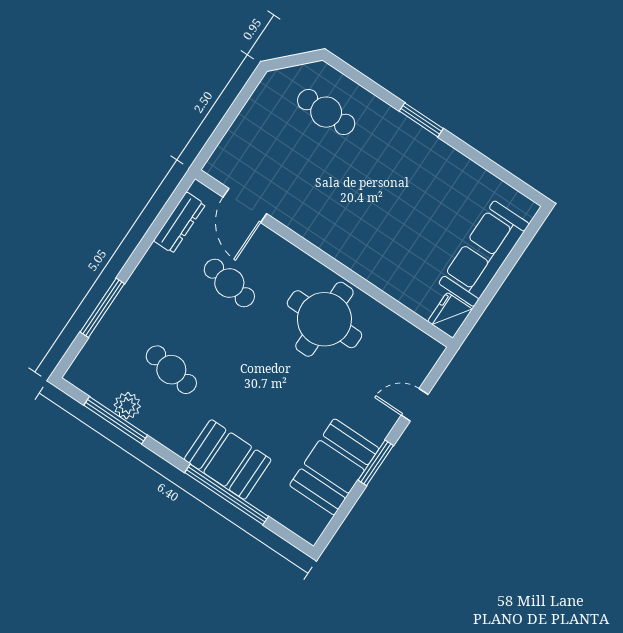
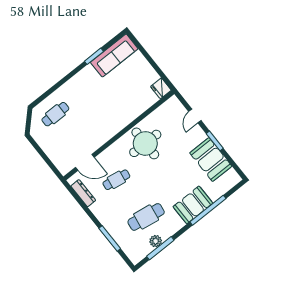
window: (421, 120) -> (94, 56), moved
sofa: (484, 254) -> (114, 55), moved, turned -90
cafe table: (171, 370) -> (146, 217), width x1.37, depth x1.35

